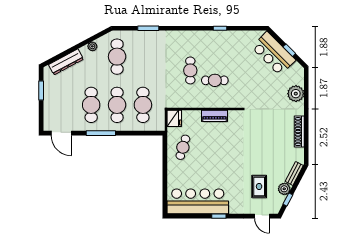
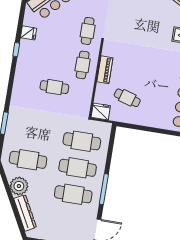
fridge: (238, 37) -> (29, 33), added
plant: (92, 46) -> (19, 186), width x1.88, depth x1.88
cafe table: (215, 80) -> (83, 65), moved
cafe table: (249, 93) -> (88, 31), added
cafe table: (183, 147) -> (127, 98), moved

